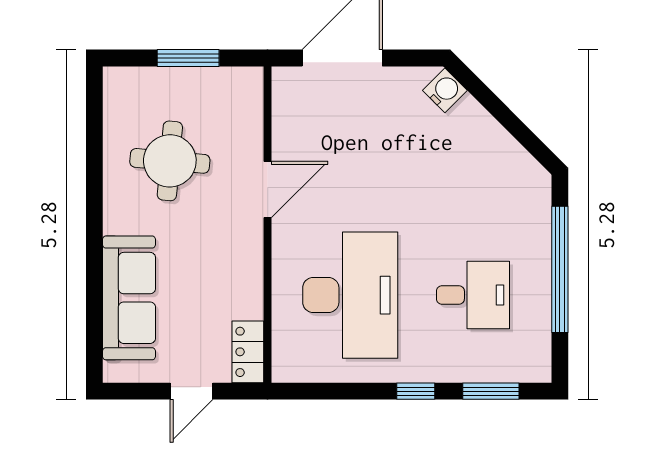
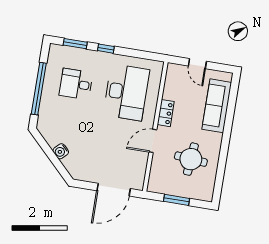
water cooler: (445, 90) -> (61, 151), moved
desk: (350, 295) -> (126, 92), turned 180
locker: (248, 352) -> (166, 113), moved
door: (192, 391) -> (197, 64), swing flipped

